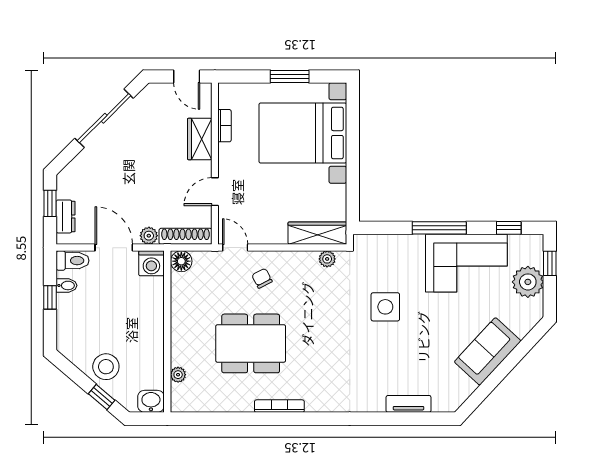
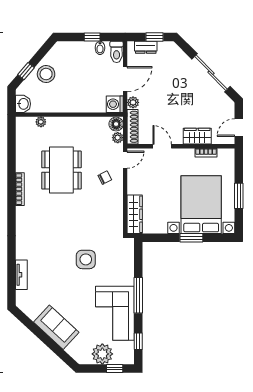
window: (353, 148) -> (191, 238), added
plant: (327, 259) -> (118, 138), moved

